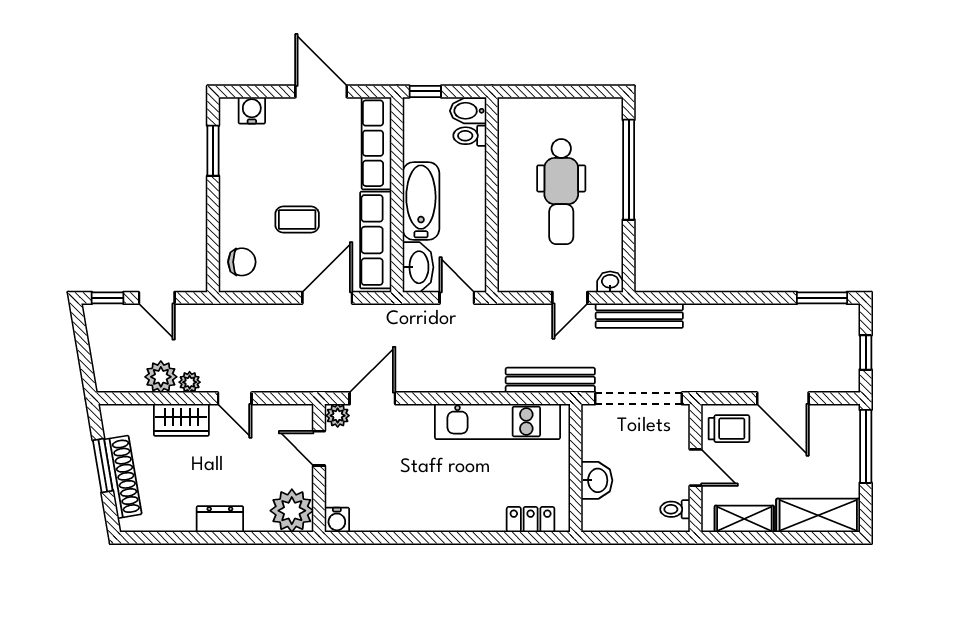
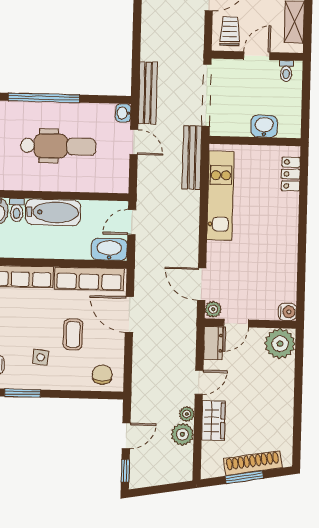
side table: (264, 175) -> (41, 357), added
bathtub: (421, 201) -> (53, 212), moved, turned 180
dresser: (220, 519) -> (213, 343), moved, turned 180

